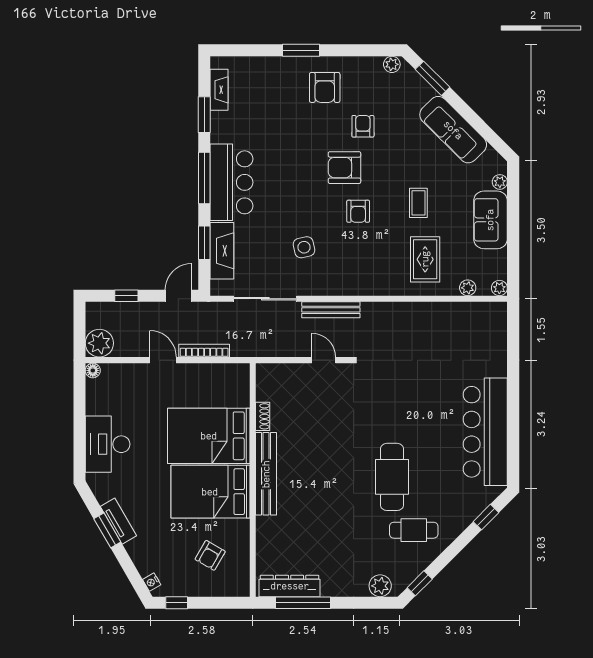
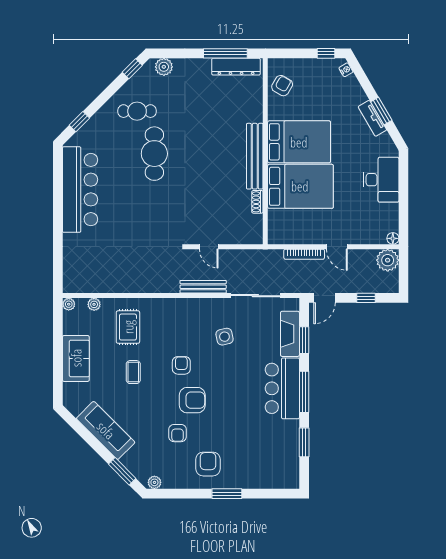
fireplace: (219, 90) -> (292, 462), removed
plant: (500, 182) -> (68, 389), removed
armchair: (210, 555) -> (282, 86), moved

